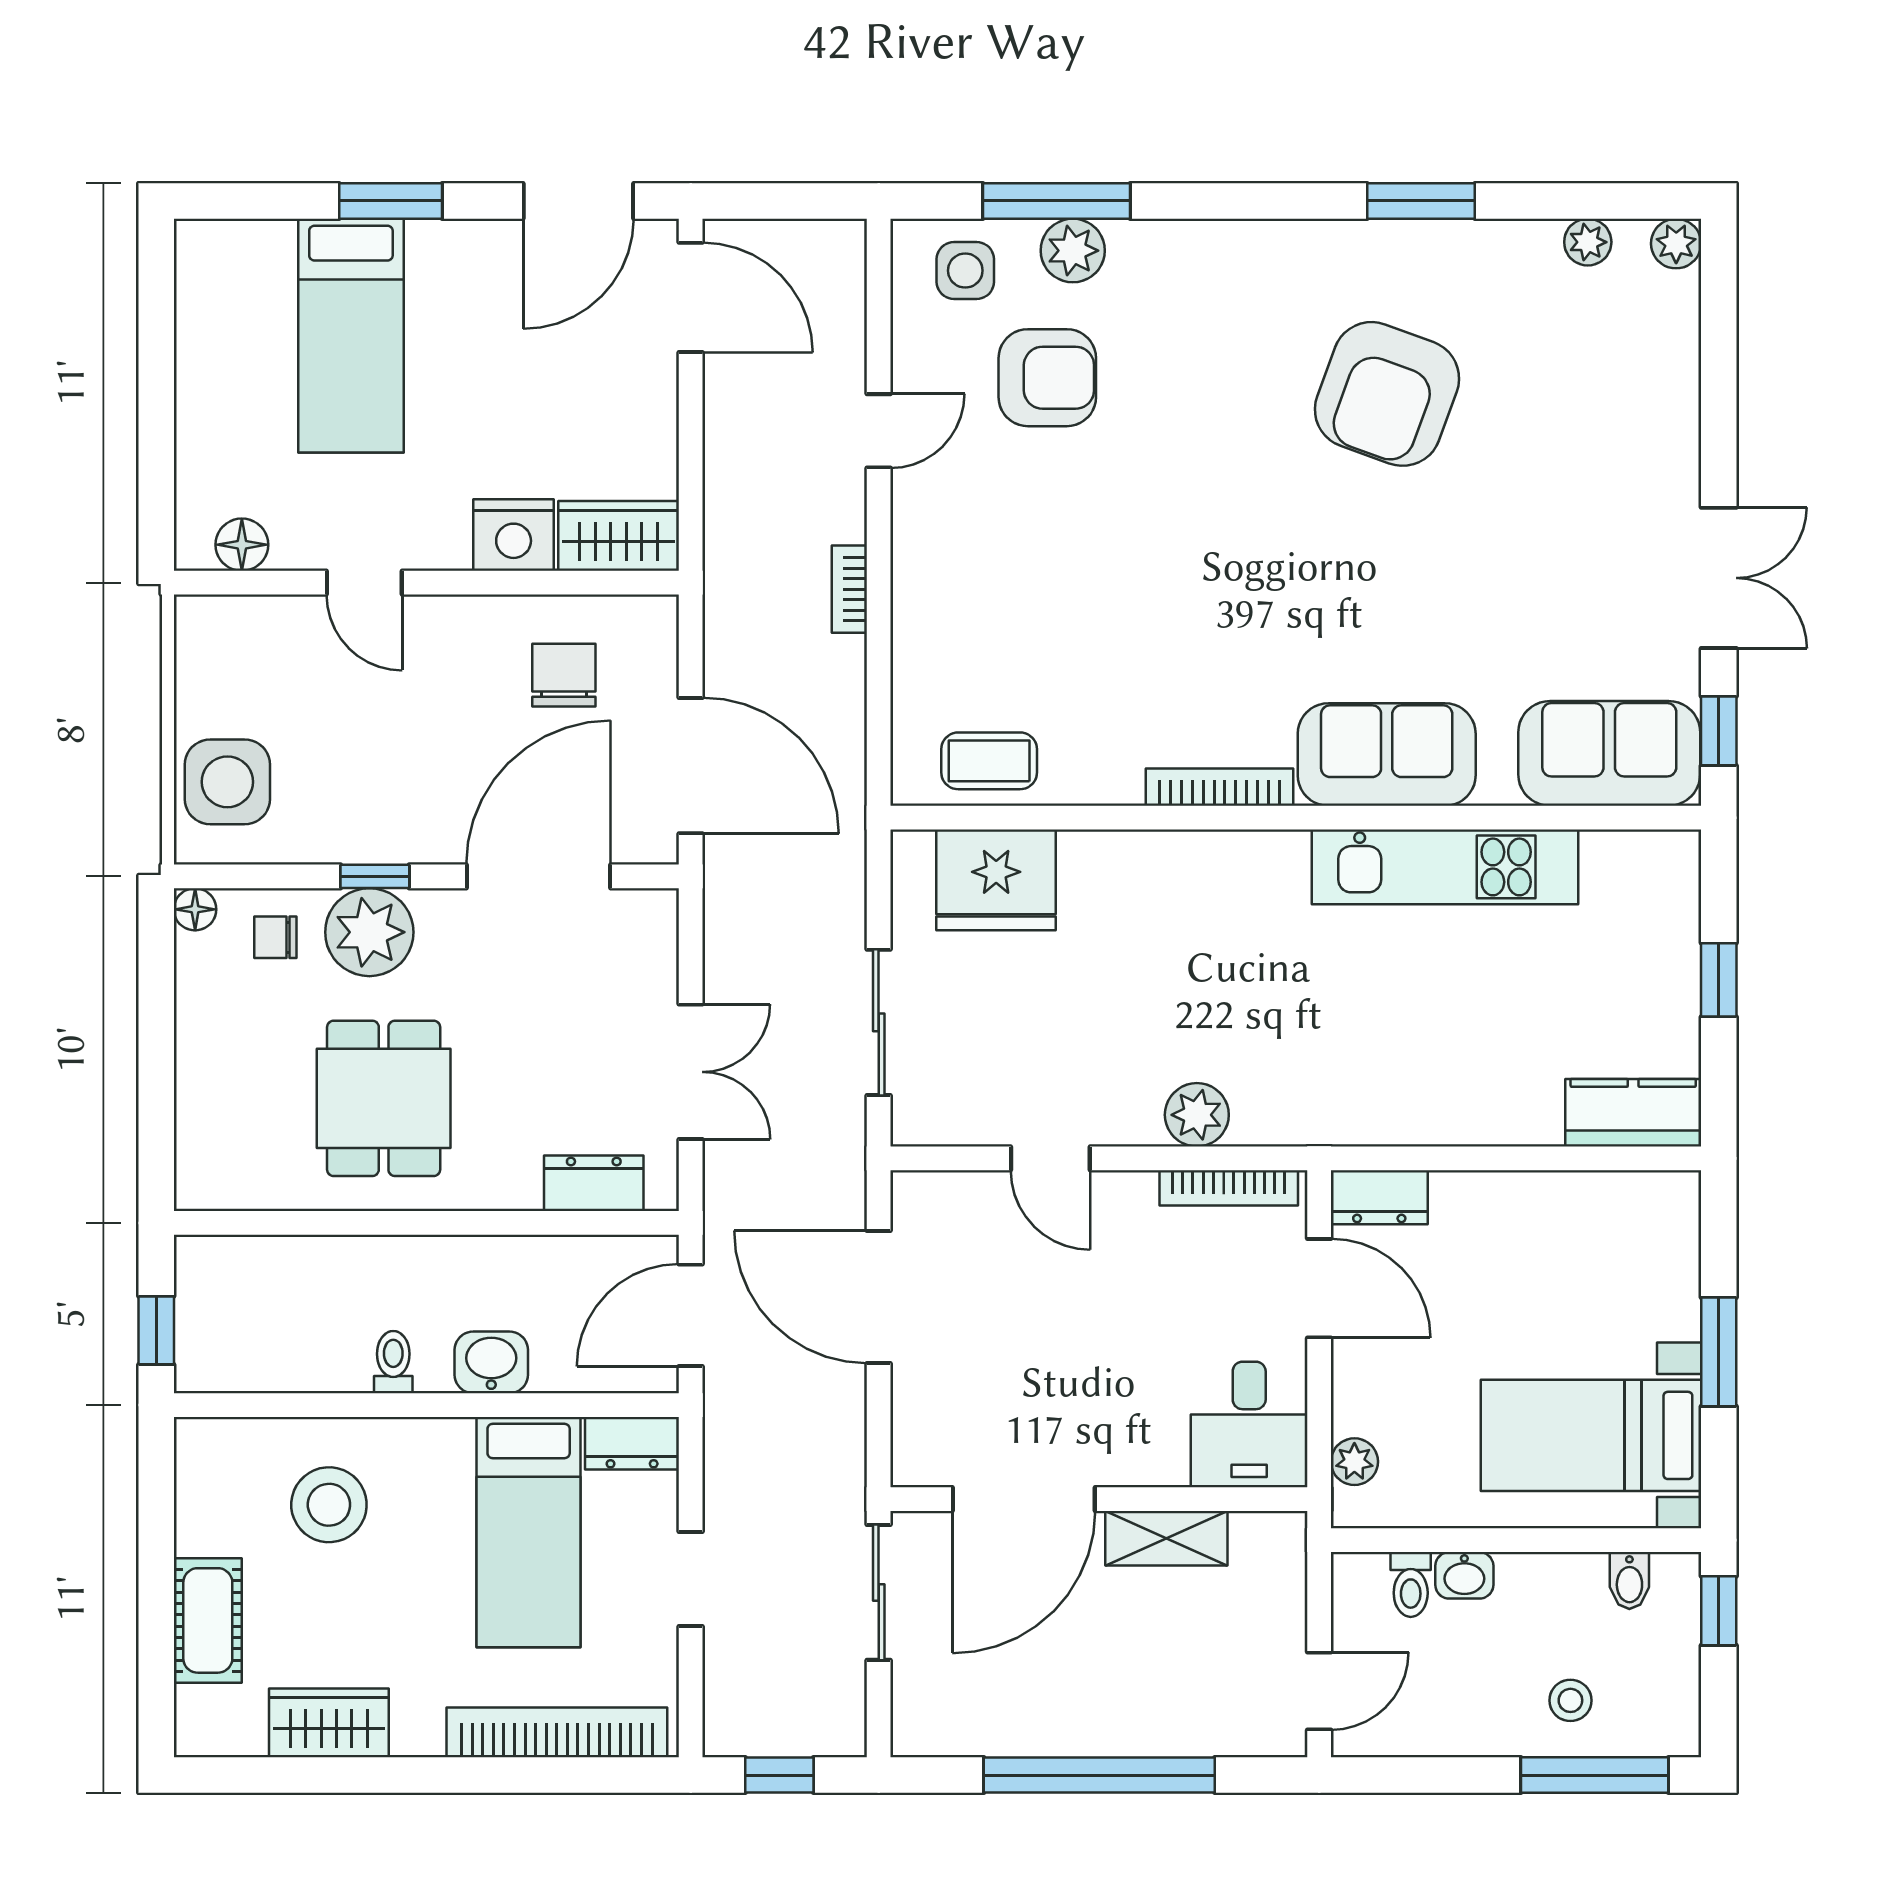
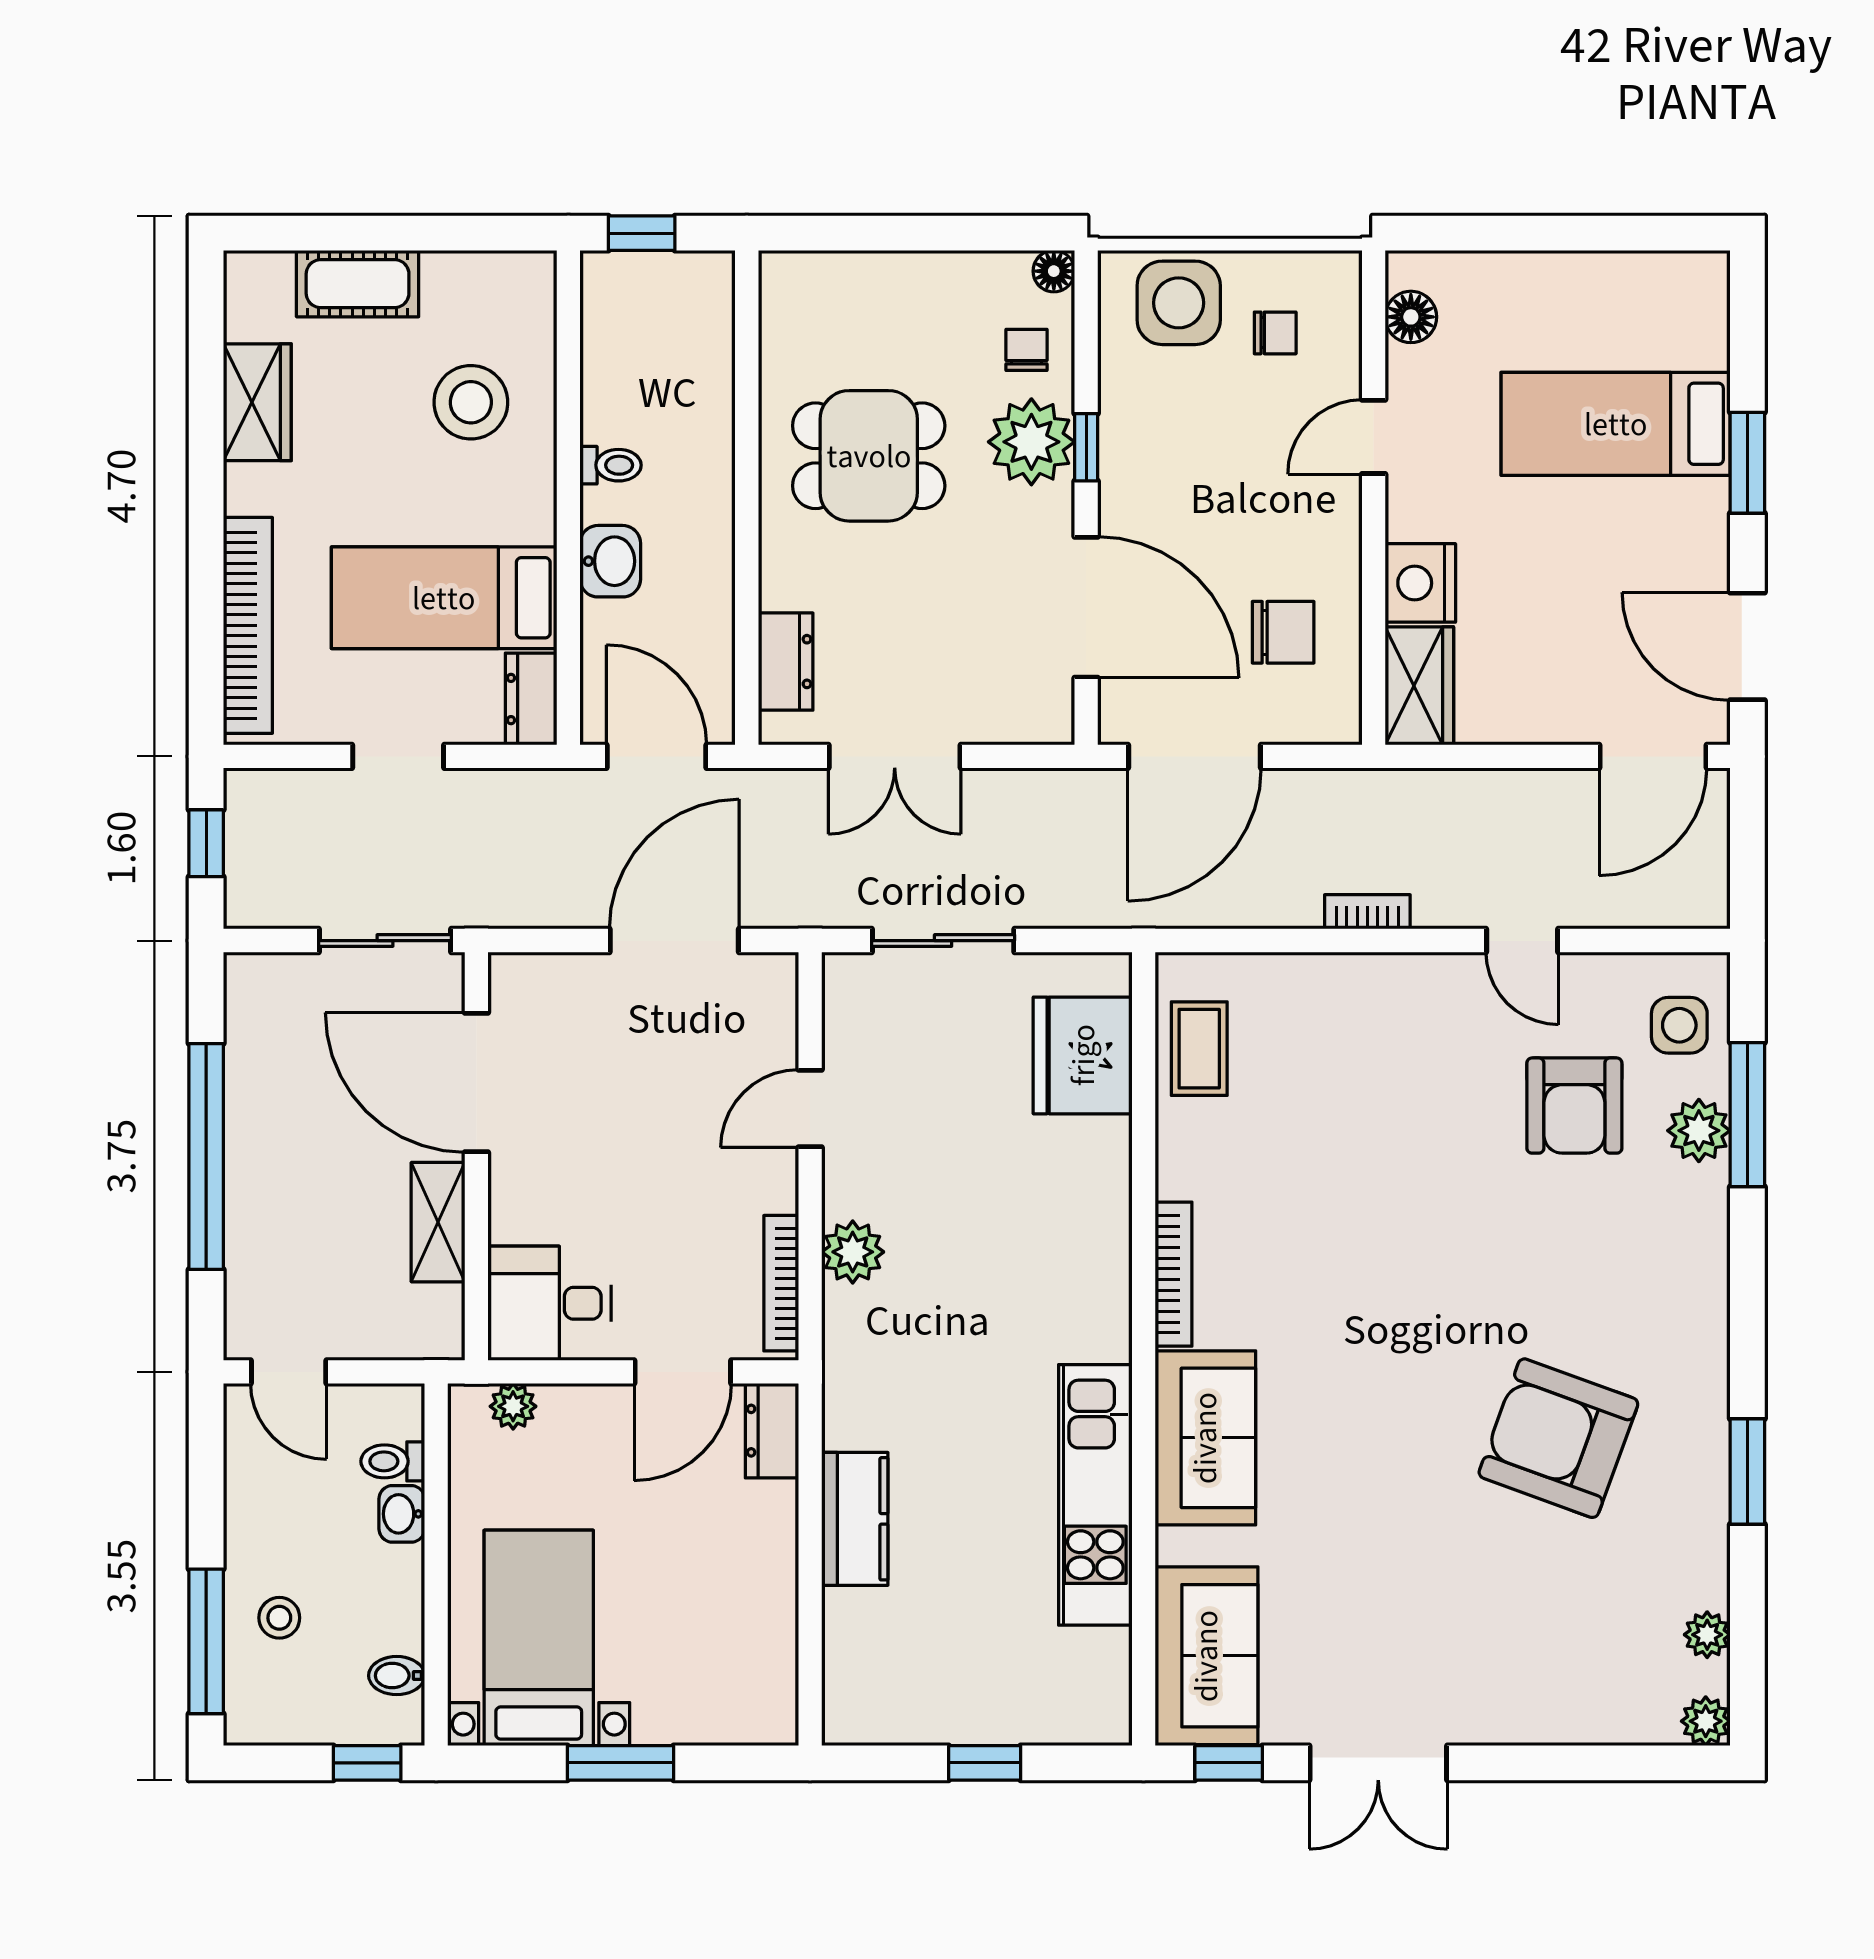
chair: (258, 683) -> (1275, 333), added
kitchen counter: (1633, 1113) -> (855, 1519), moved

